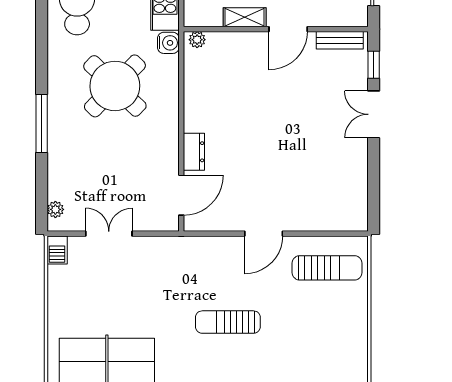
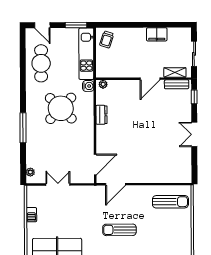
shelving: (245, 17) -> (175, 73), moved
double door: (374, 114) -> (194, 134), moved
dresser: (194, 152) -> (102, 115), moved
door: (264, 234) -> (115, 184), moved
barbecue: (57, 250) -> (31, 215), moved

